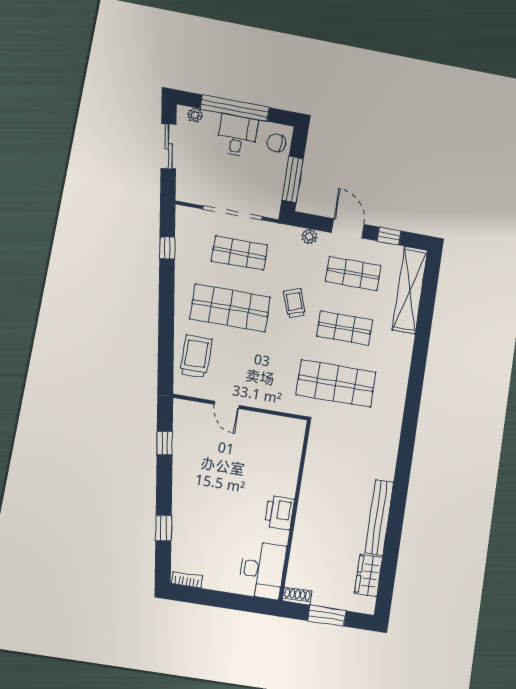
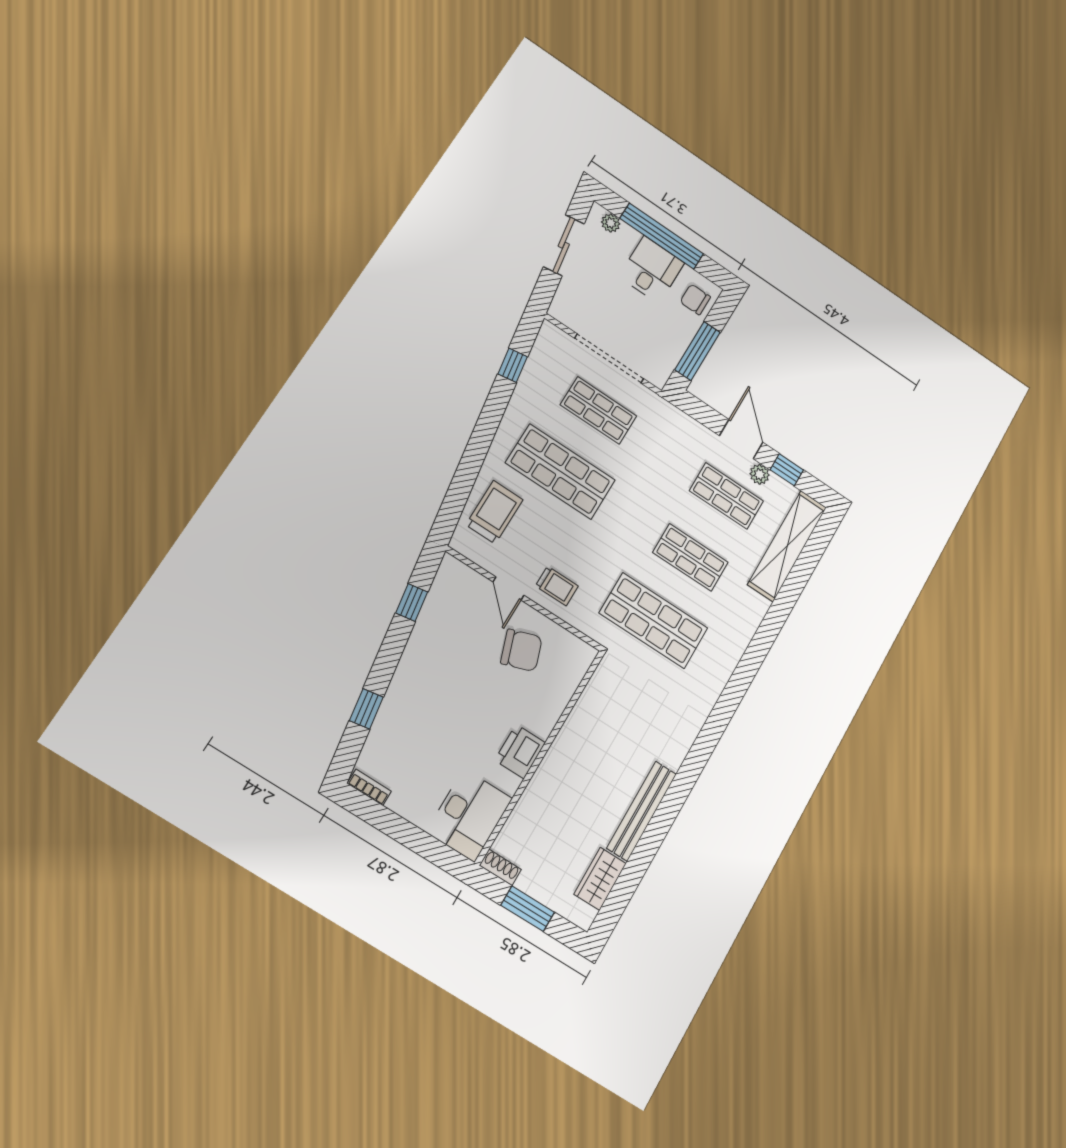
plant: (309, 237) -> (760, 474), moved
trolley: (295, 303) -> (557, 586), moved, turned 109
chair: (253, 443) -> (521, 650), added

